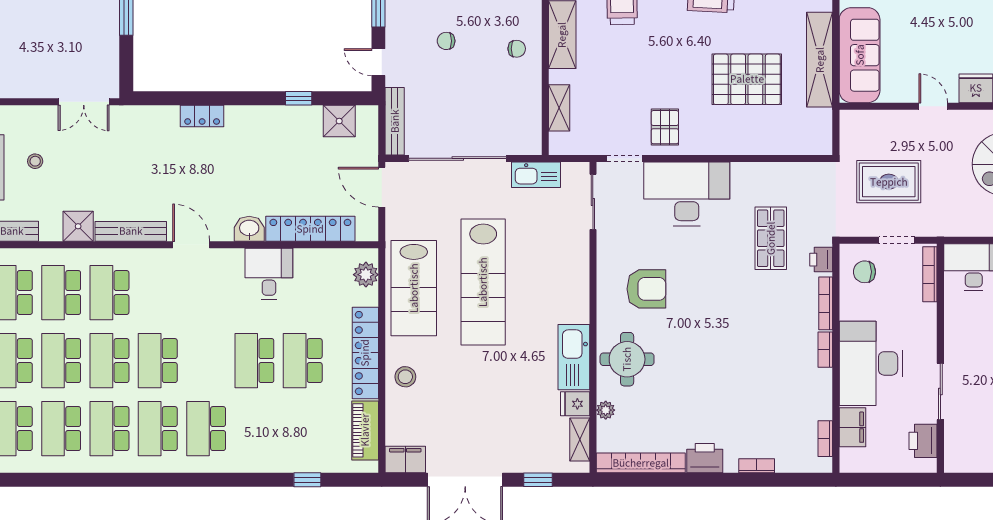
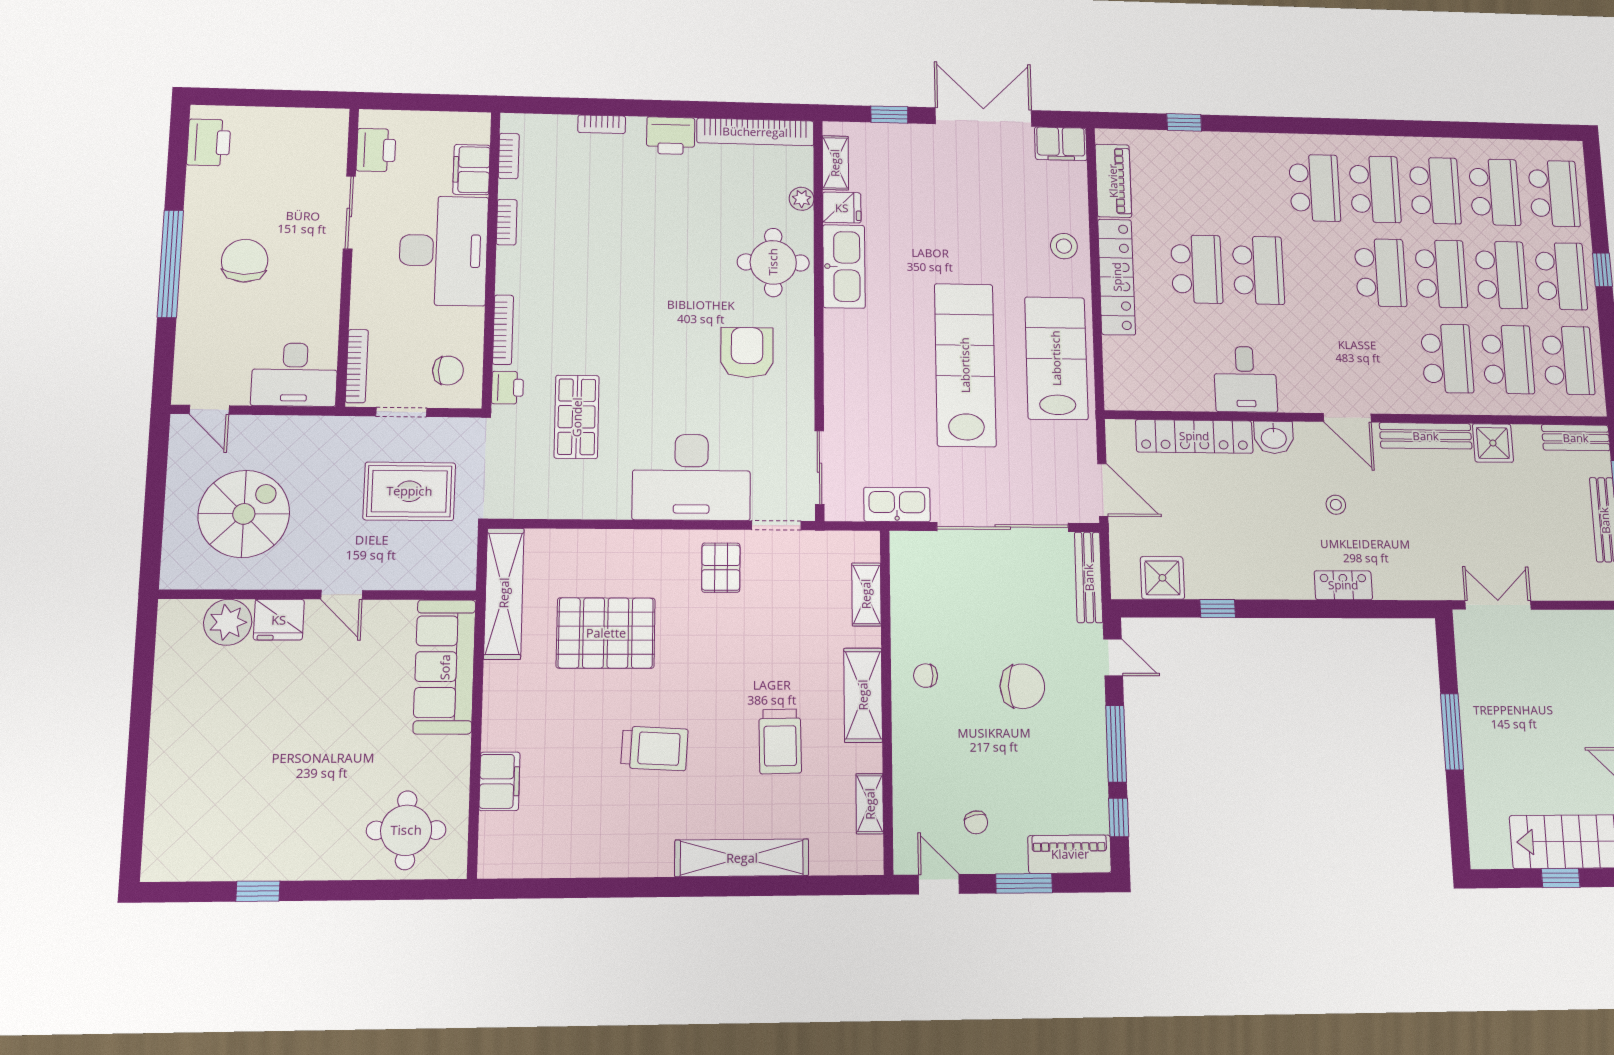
chair: (446, 41) -> (1022, 686), width x1.87, depth x1.87
shelving: (820, 60) -> (504, 593), moved
stool: (35, 161) -> (1336, 505), moved
plant: (366, 275) -> (1120, 376), removed
armchair: (646, 289) -> (747, 353), turned 90
bookcase: (825, 350) -> (507, 222), moved

